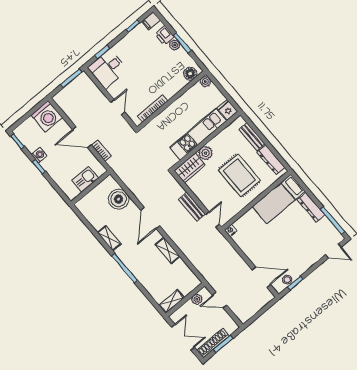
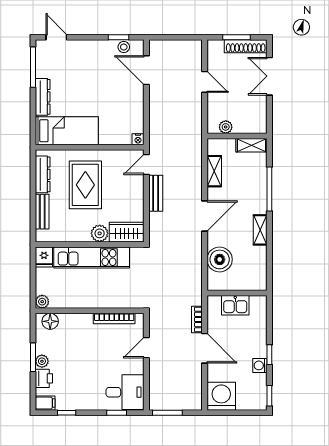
plant: (197, 299) -> (226, 127), moved
wall: (185, 300) -> (237, 136), moved
shelving: (171, 301) -> (252, 145), moved

